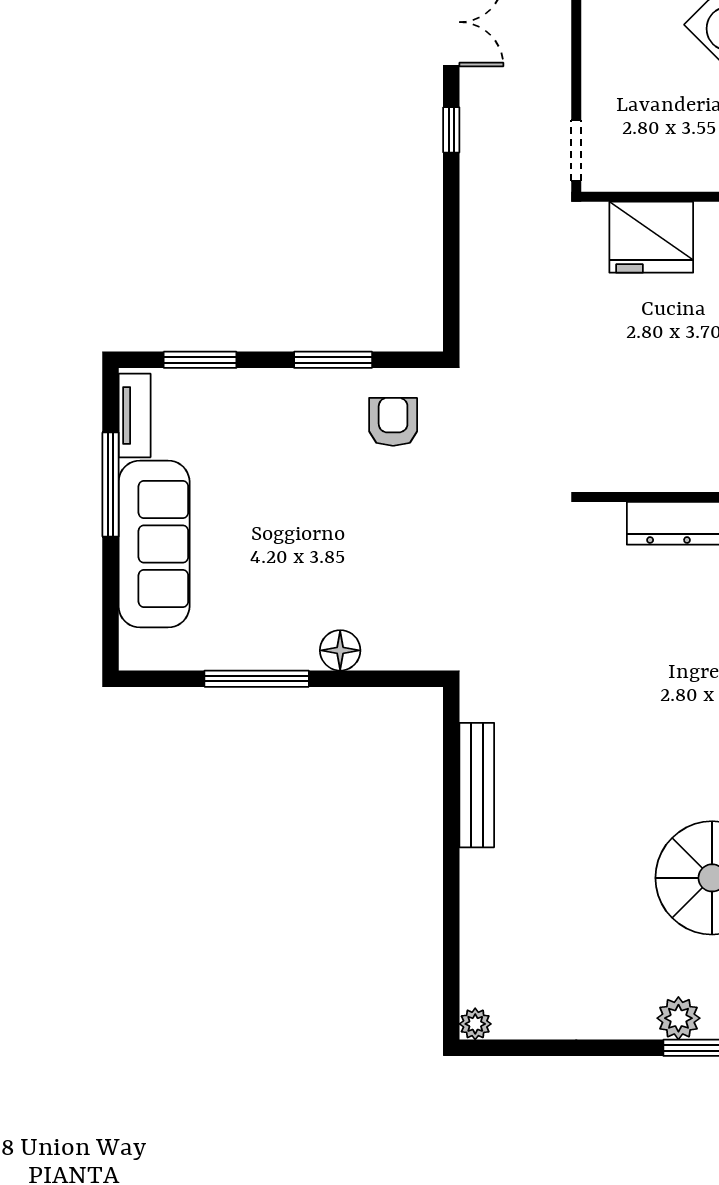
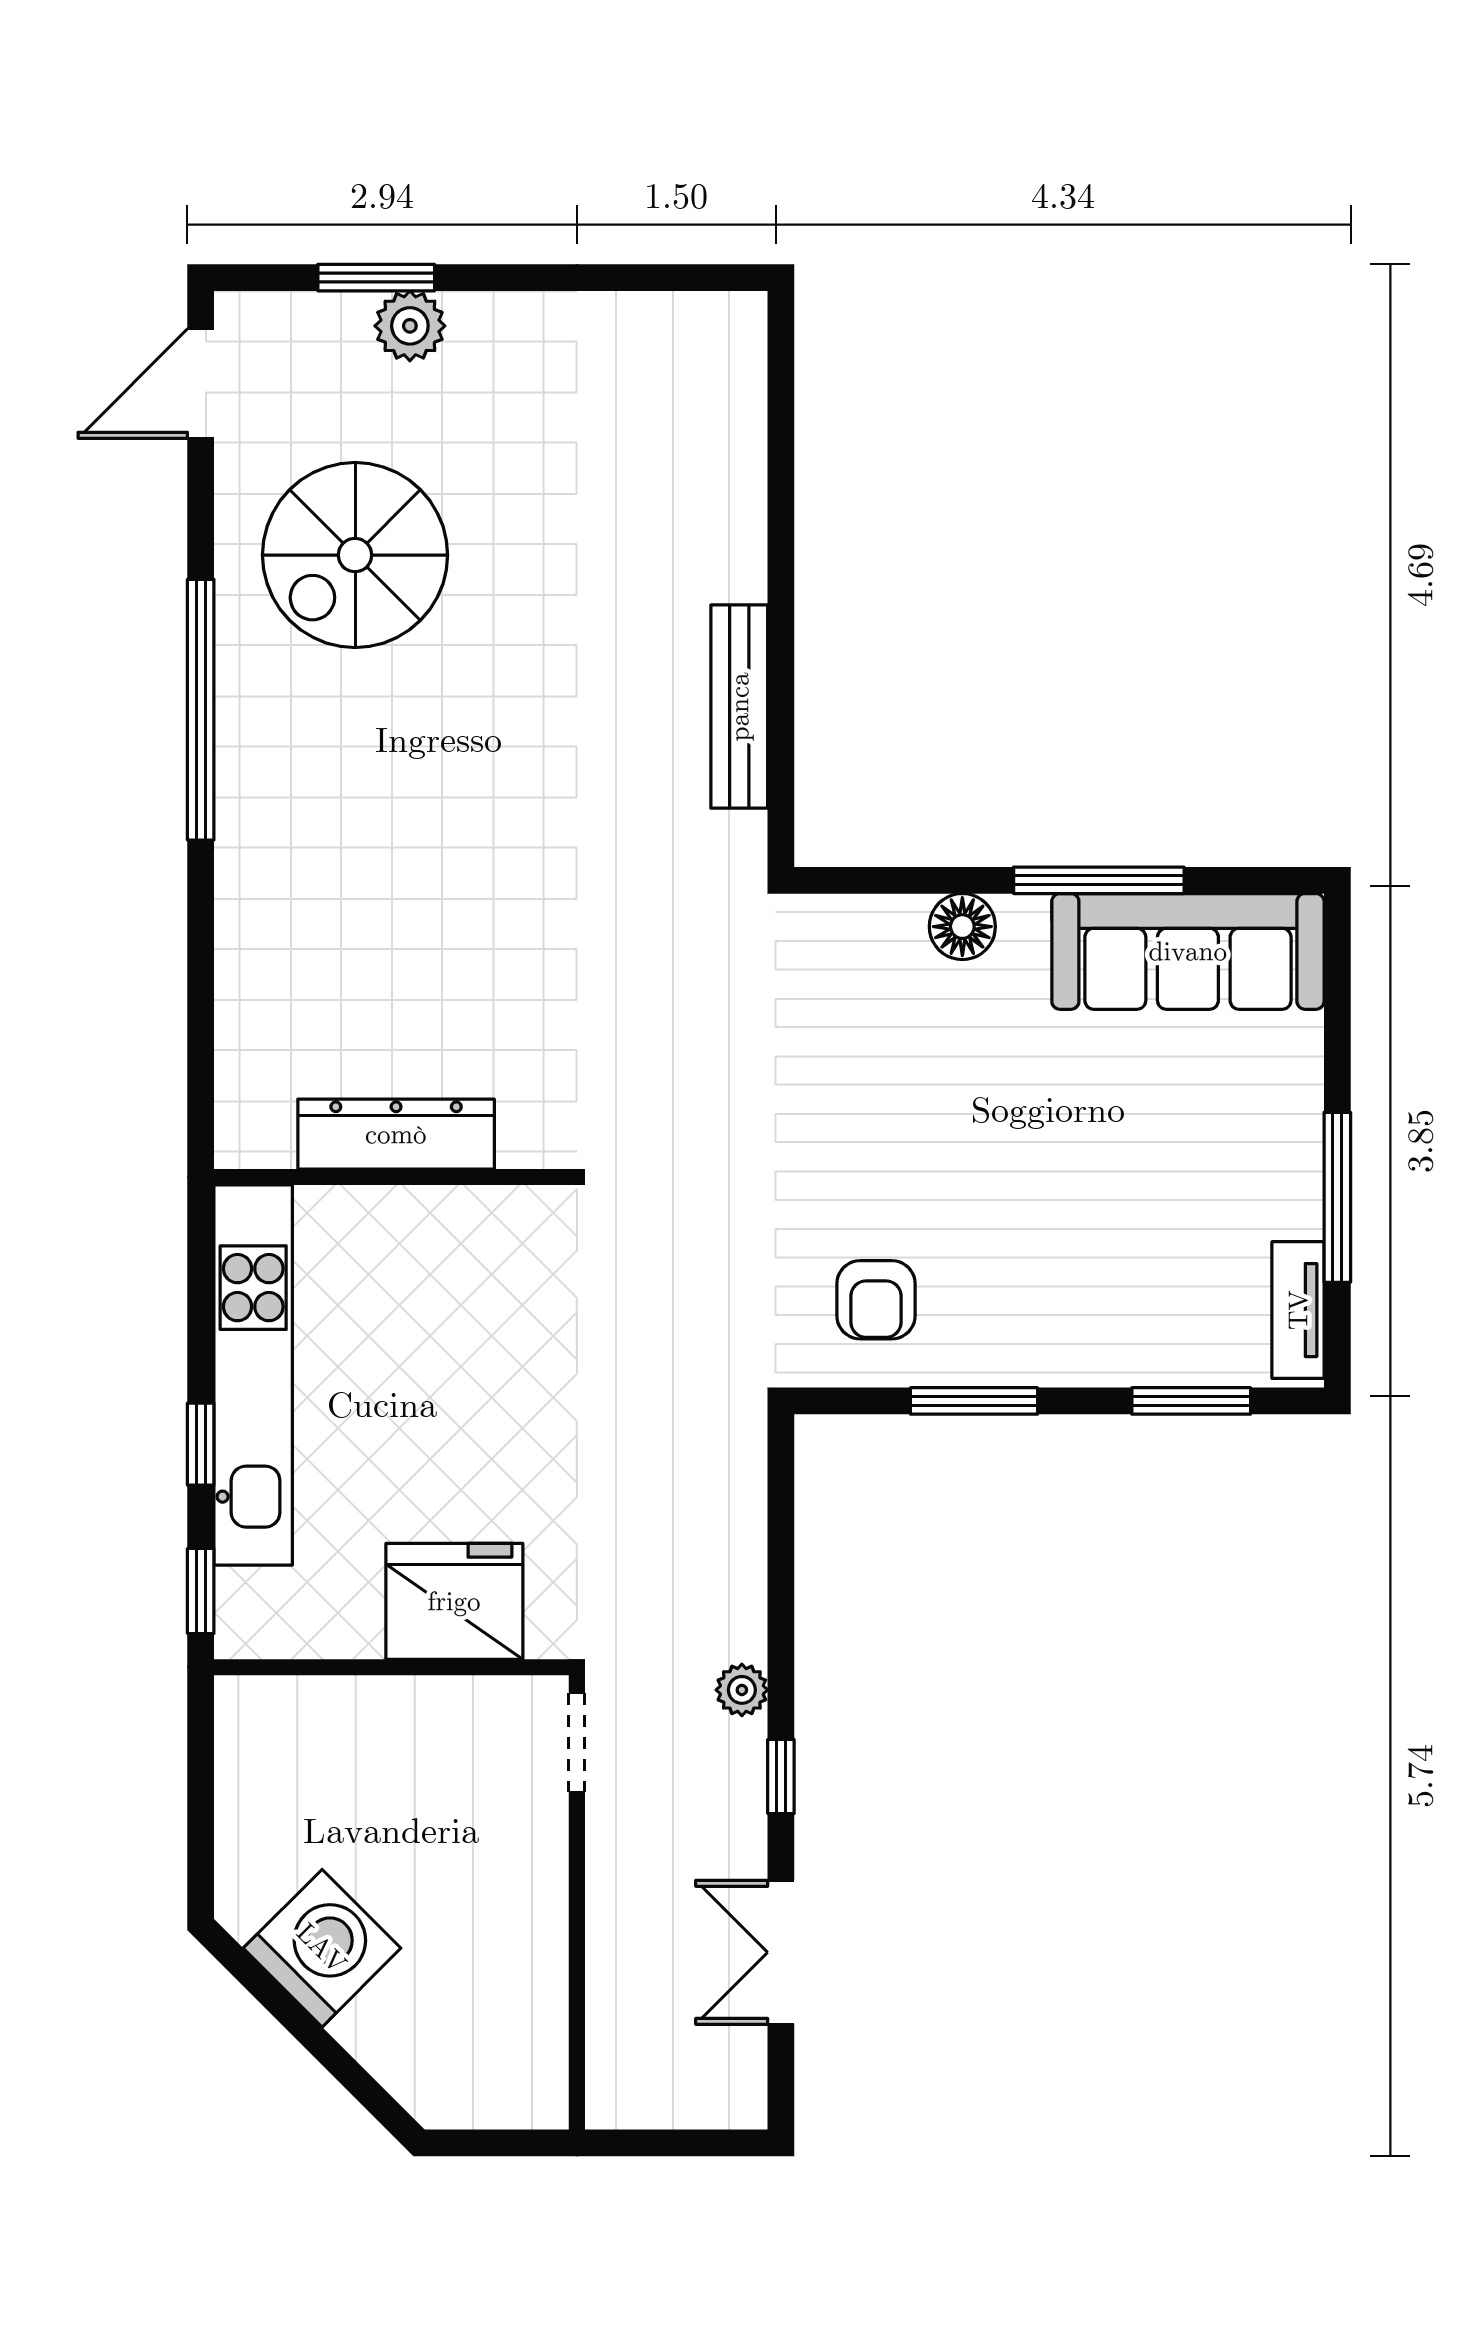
sofa: (154, 544) -> (1188, 951), moved, turned -90
plant: (475, 1024) -> (742, 1690), moved

